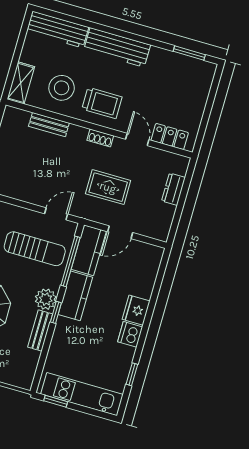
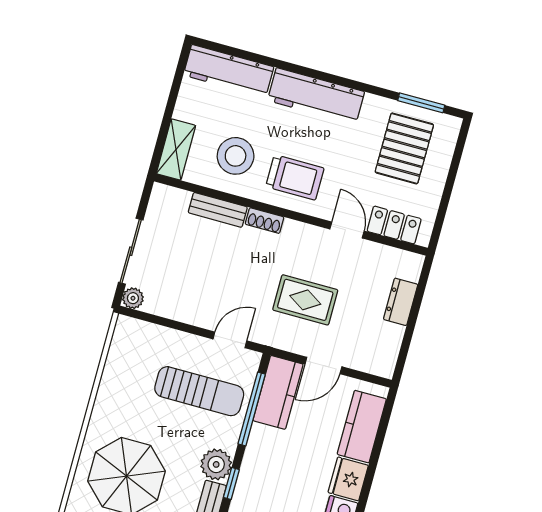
pallet: (177, 84) -> (404, 148), added
shoe rack: (100, 138) -> (265, 221), moved
kitchen counter: (75, 296) -> (362, 427), moved, turned 180

